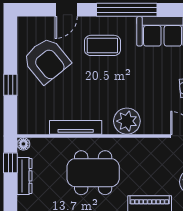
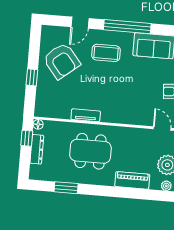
plant: (127, 121) -> (120, 113), removed
tv unit: (76, 127) -> (86, 115), width x0.71

